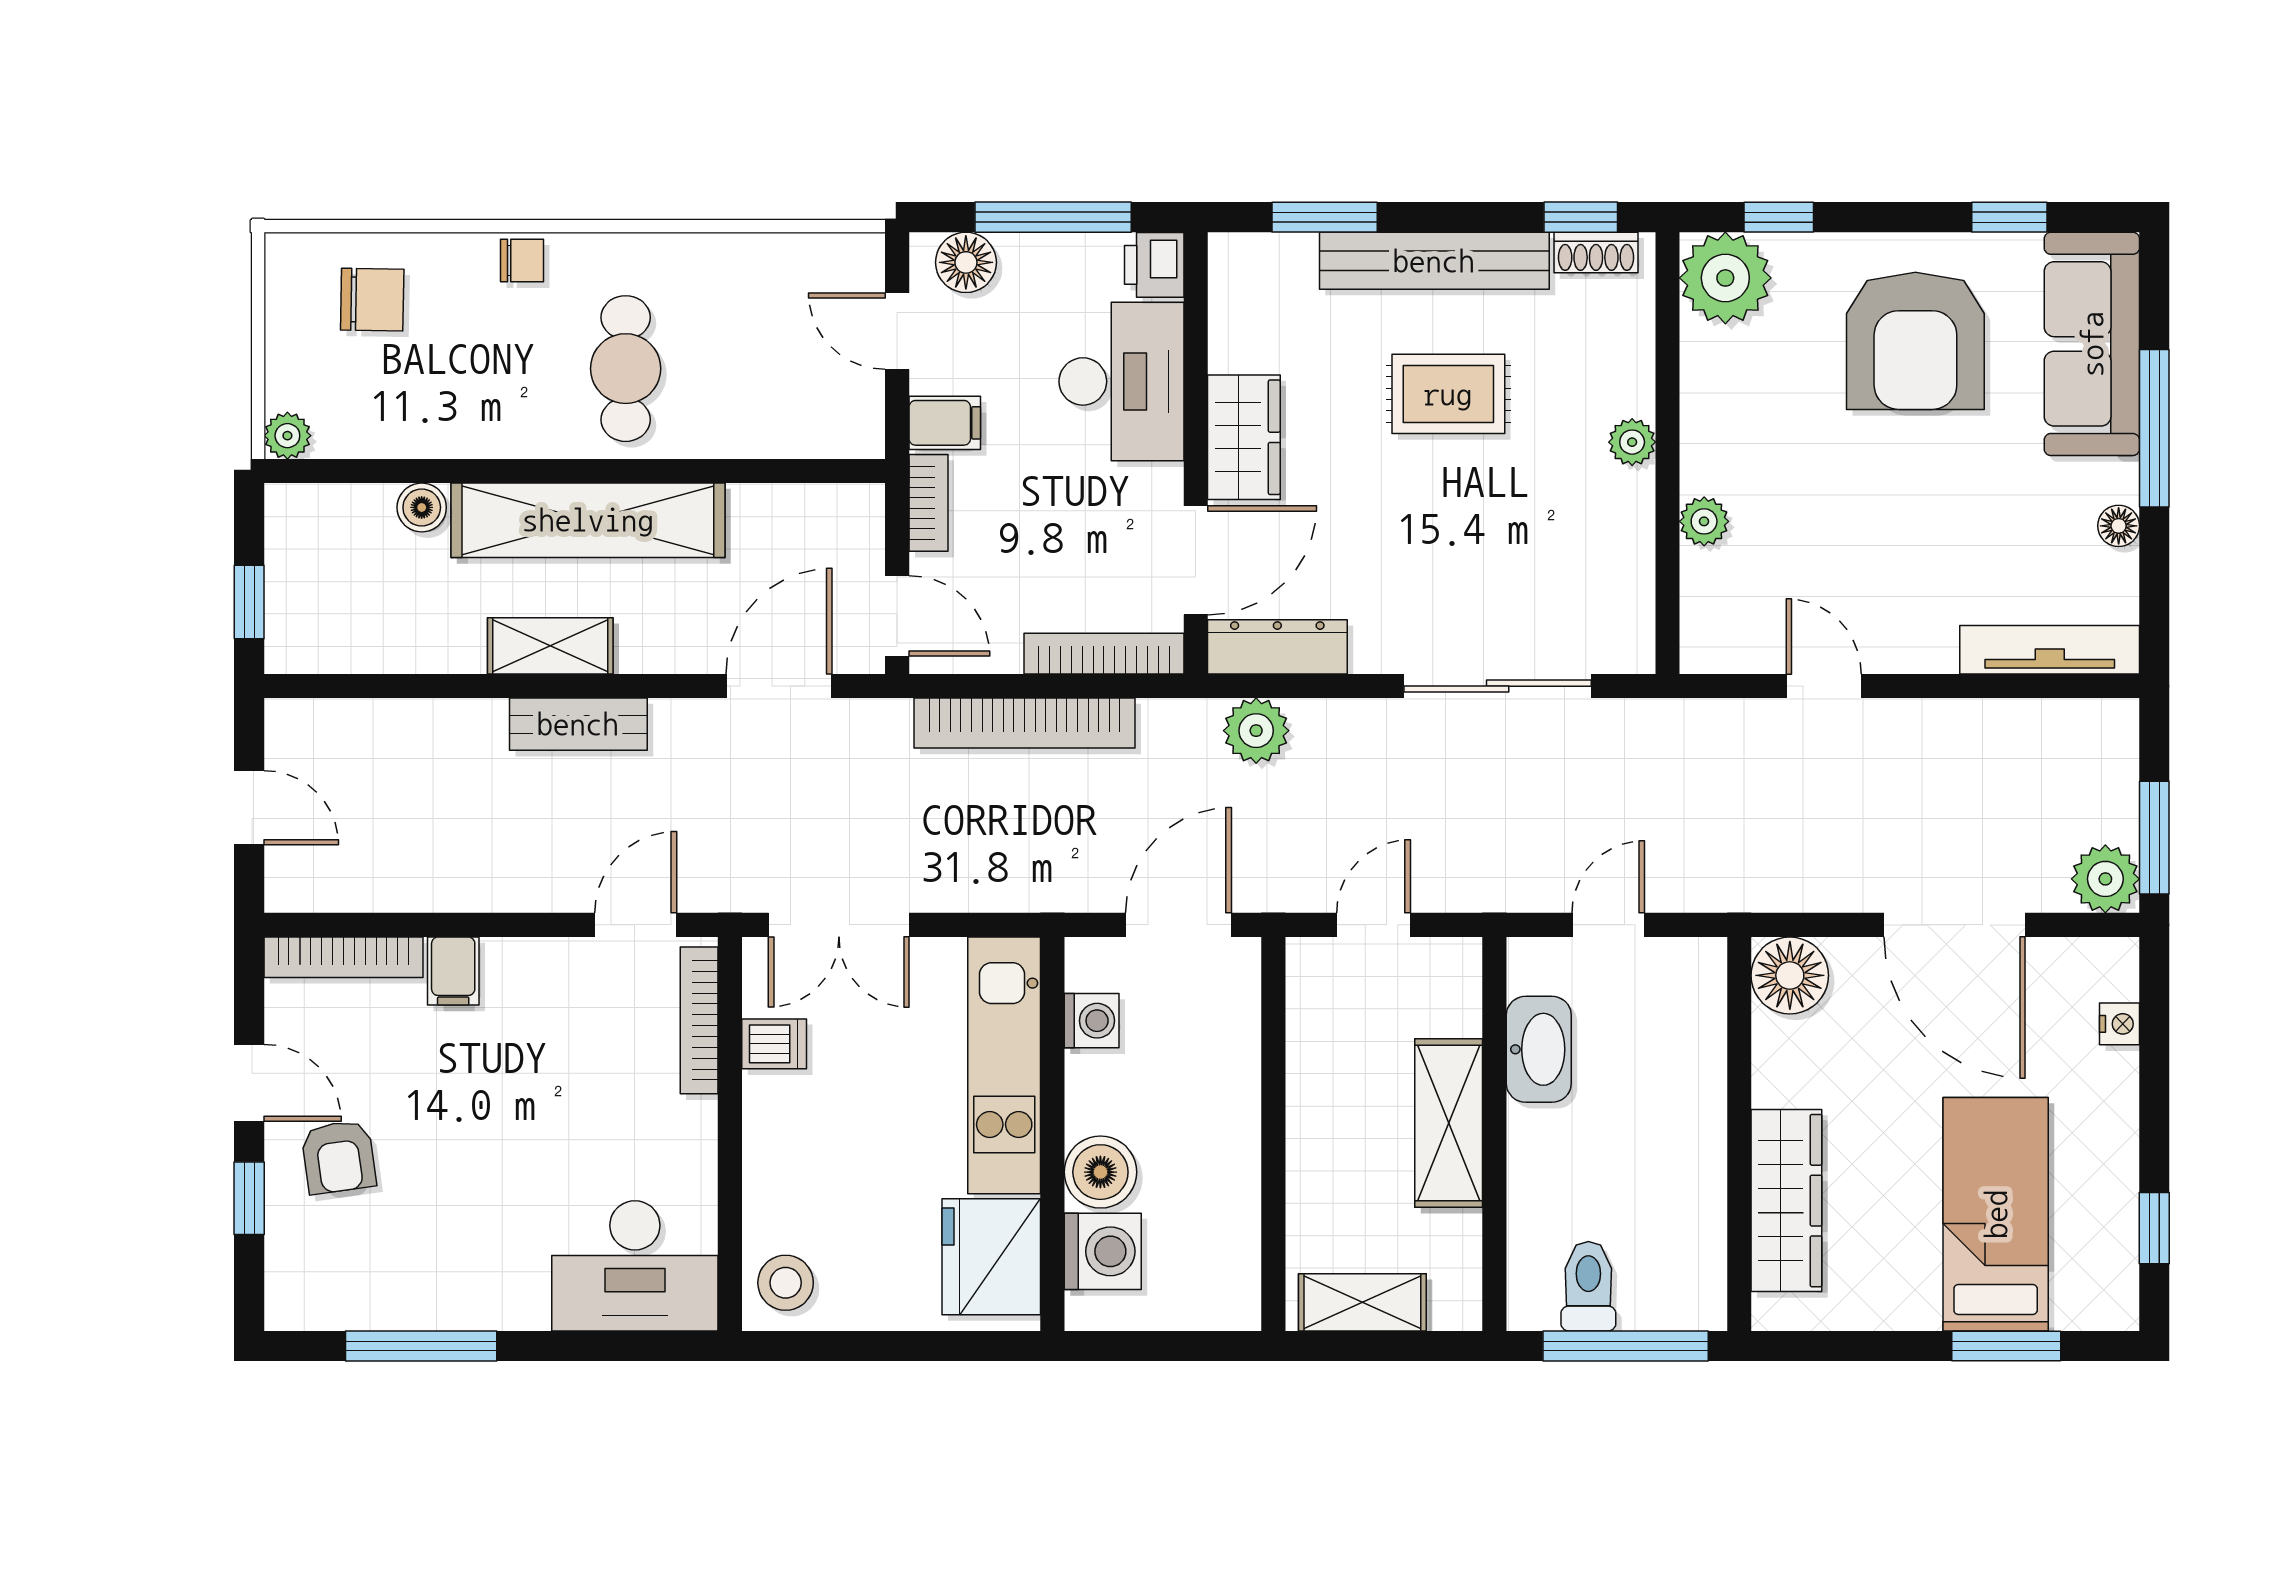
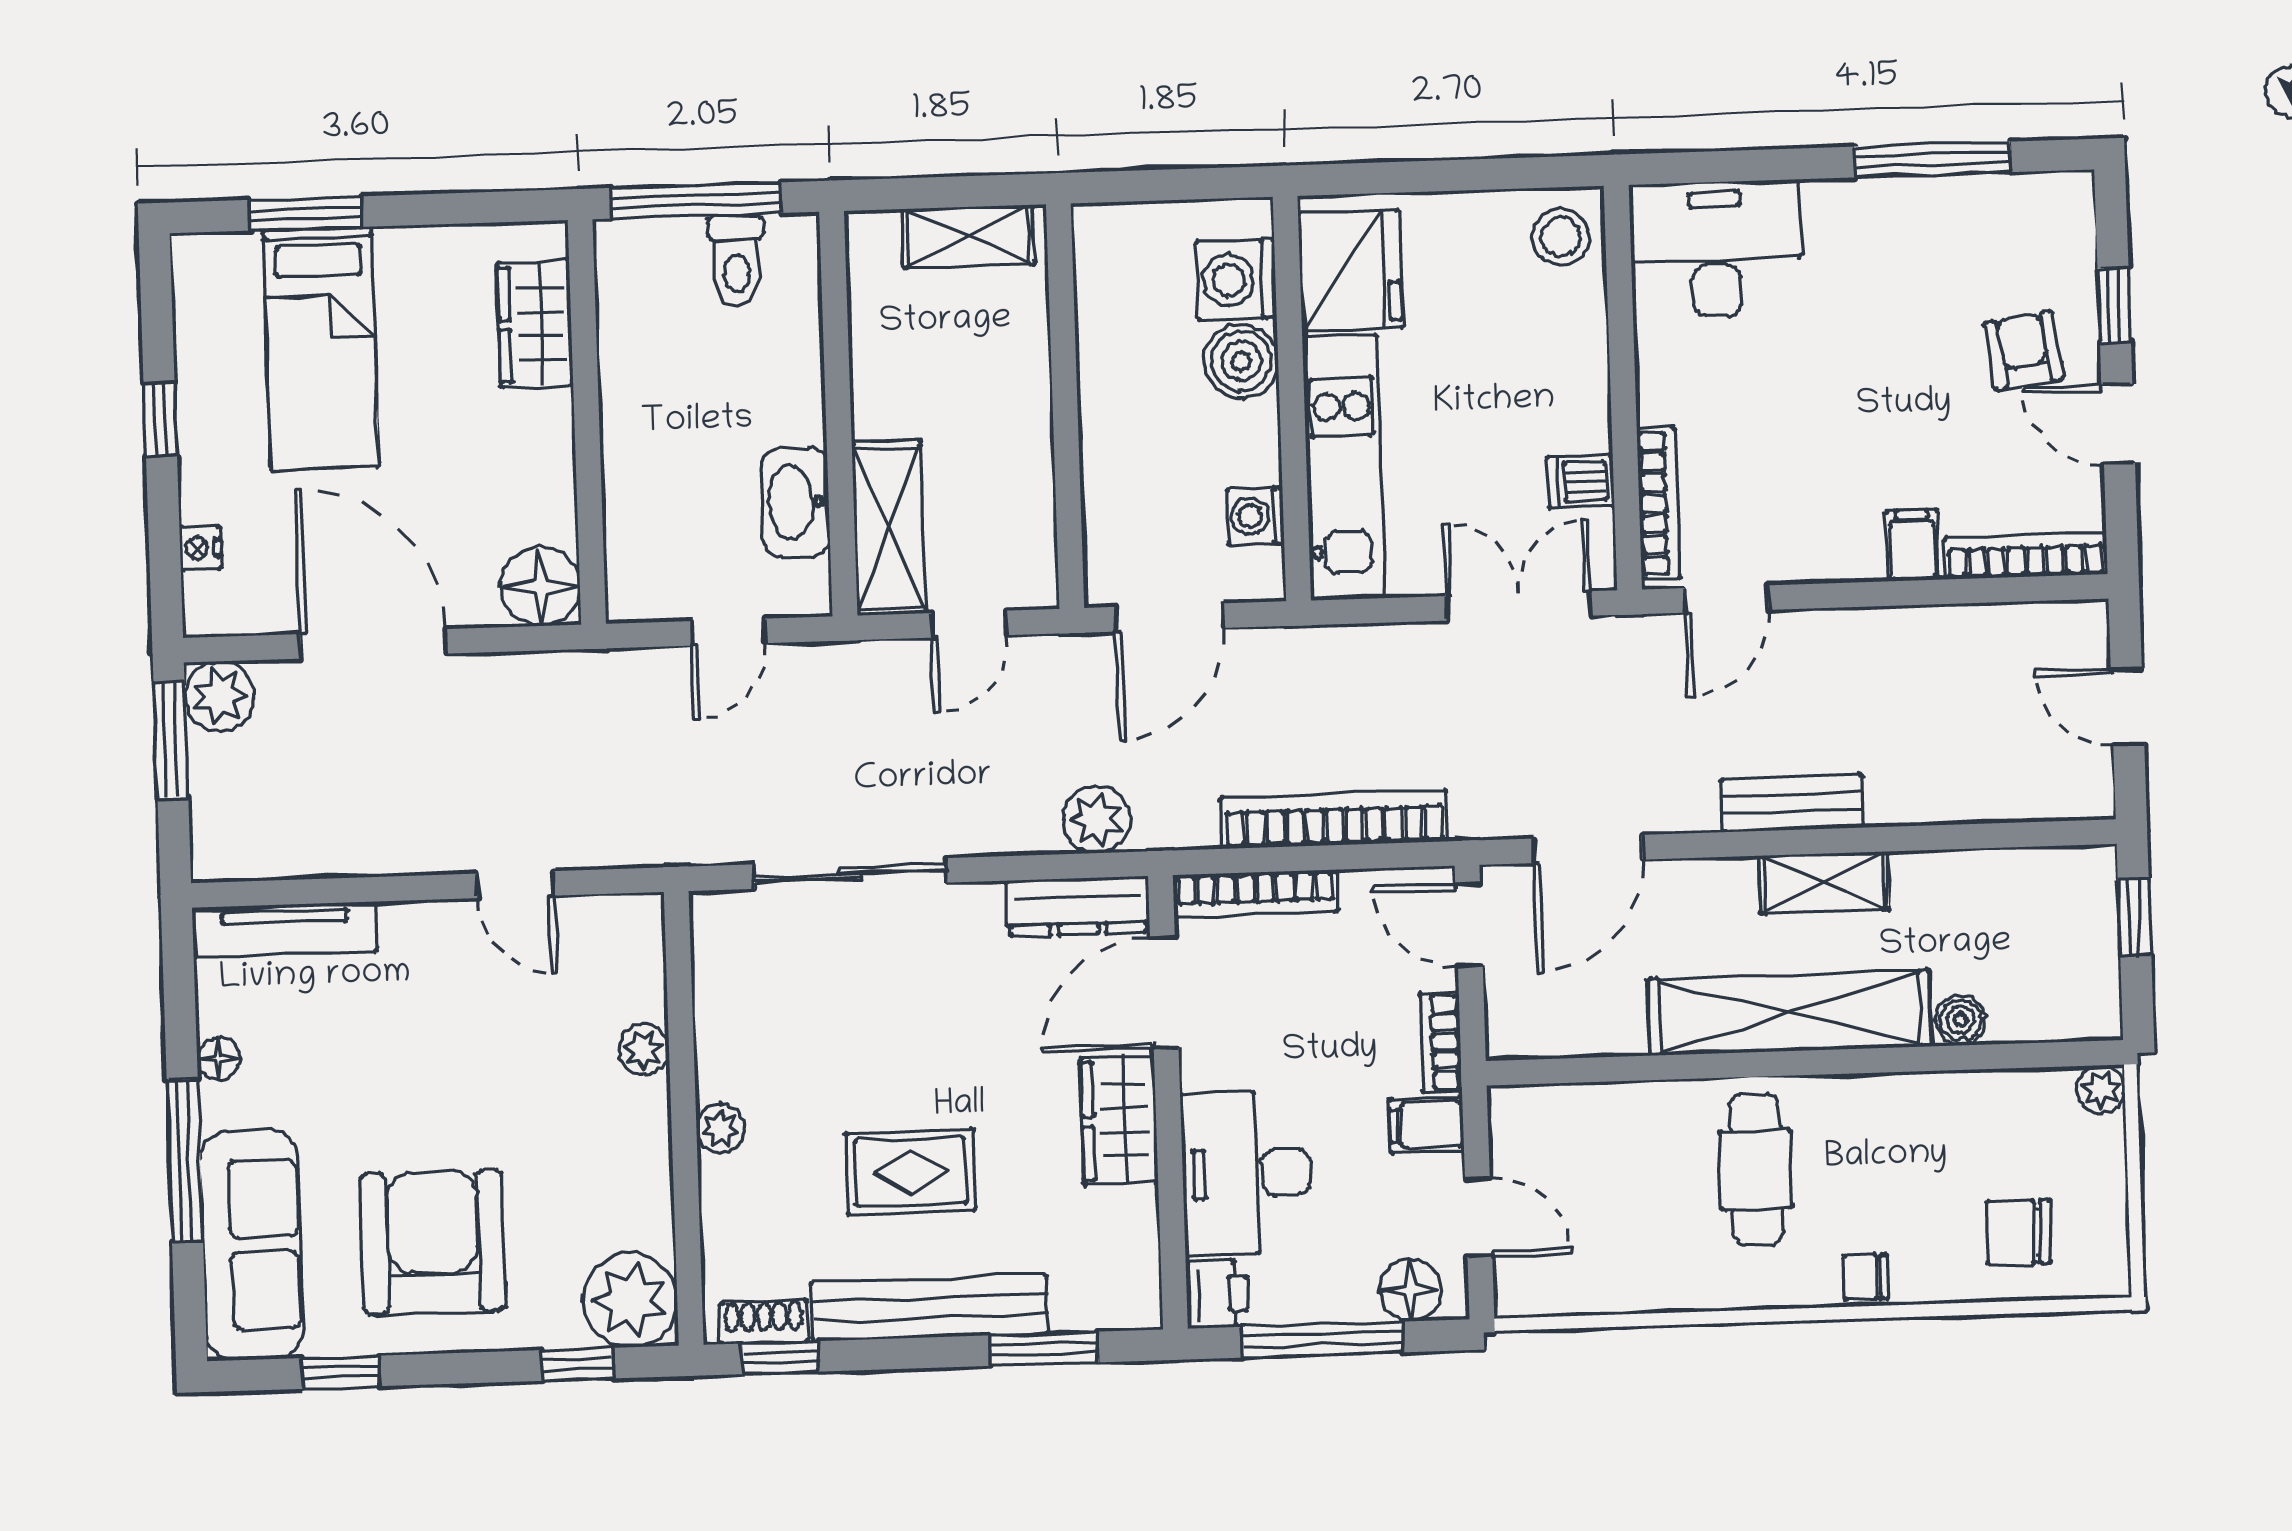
shelving: (1449, 1123) -> (889, 528), moved
wardrobe: (1786, 1201) -> (535, 324), width x0.67
window: (2154, 1228) -> (160, 419), moved

